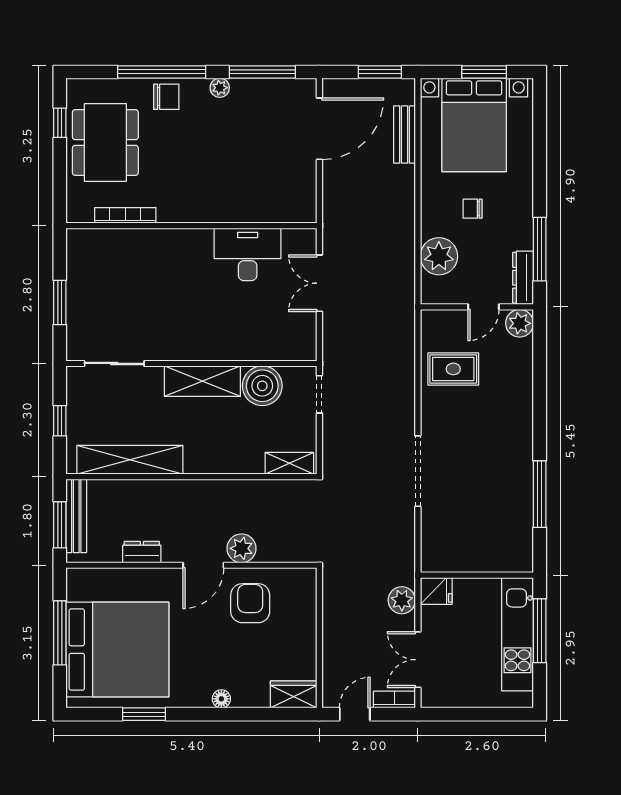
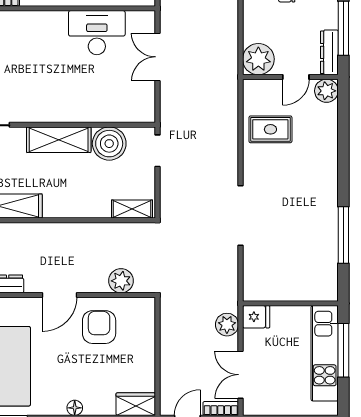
plant: (439, 256) -> (258, 59), moved
plant: (241, 548) -> (121, 281), moved

